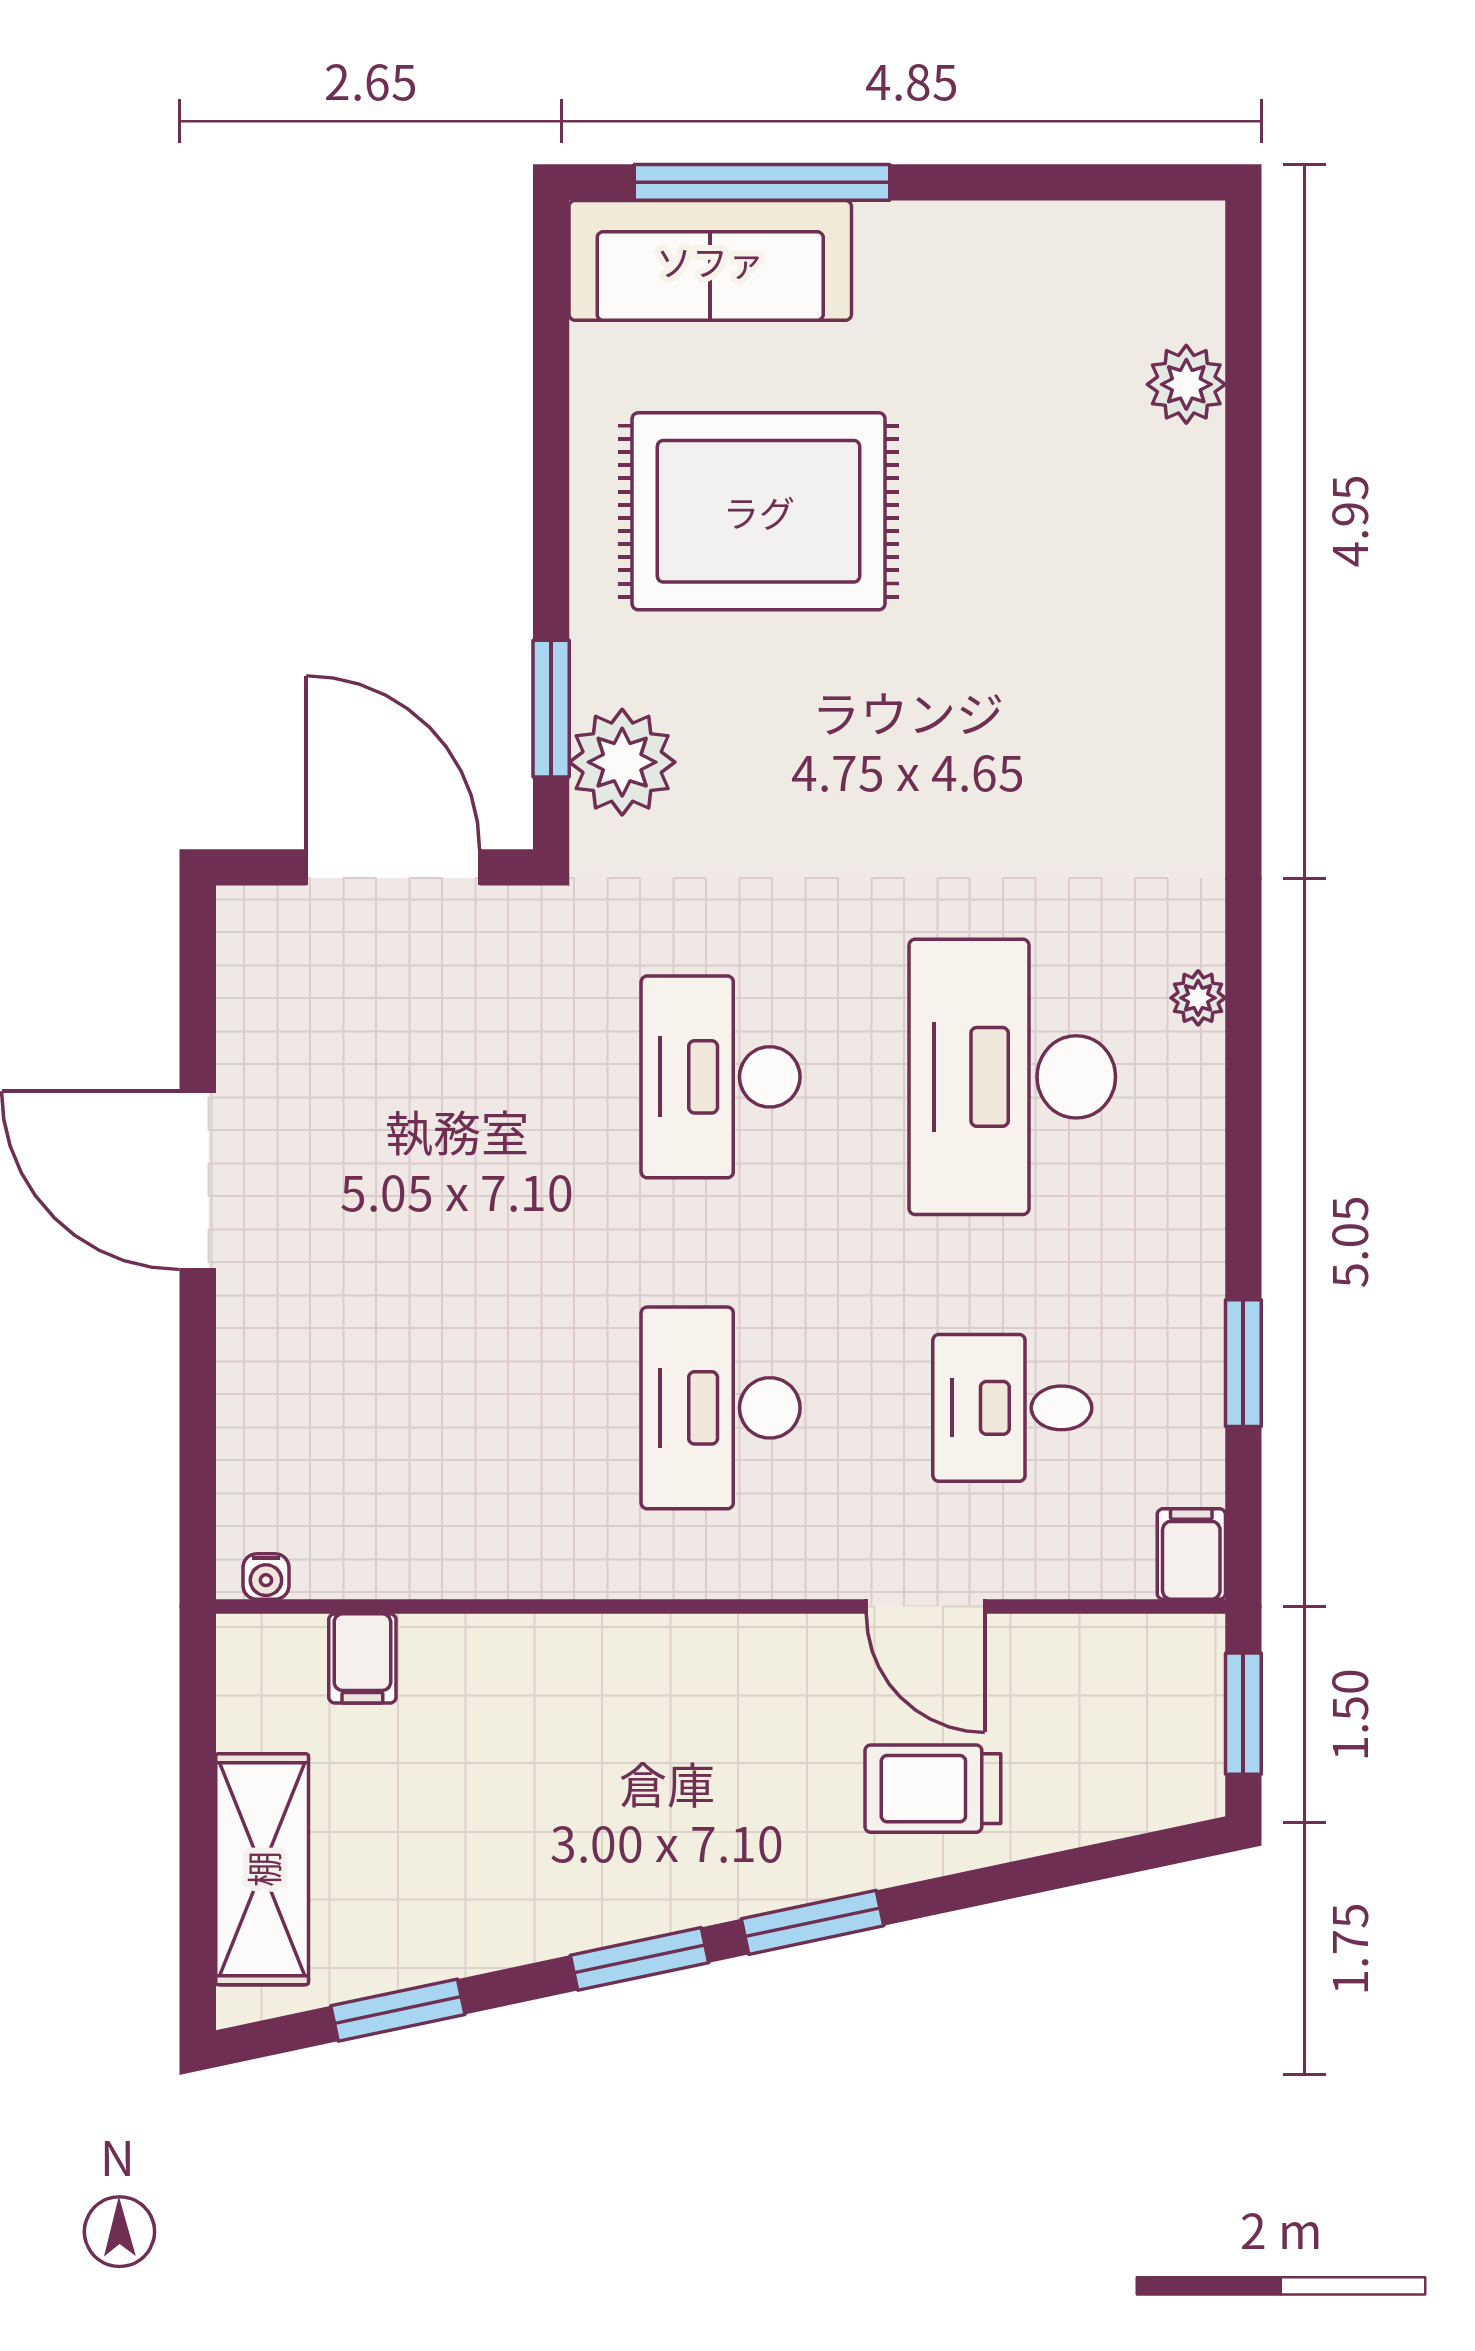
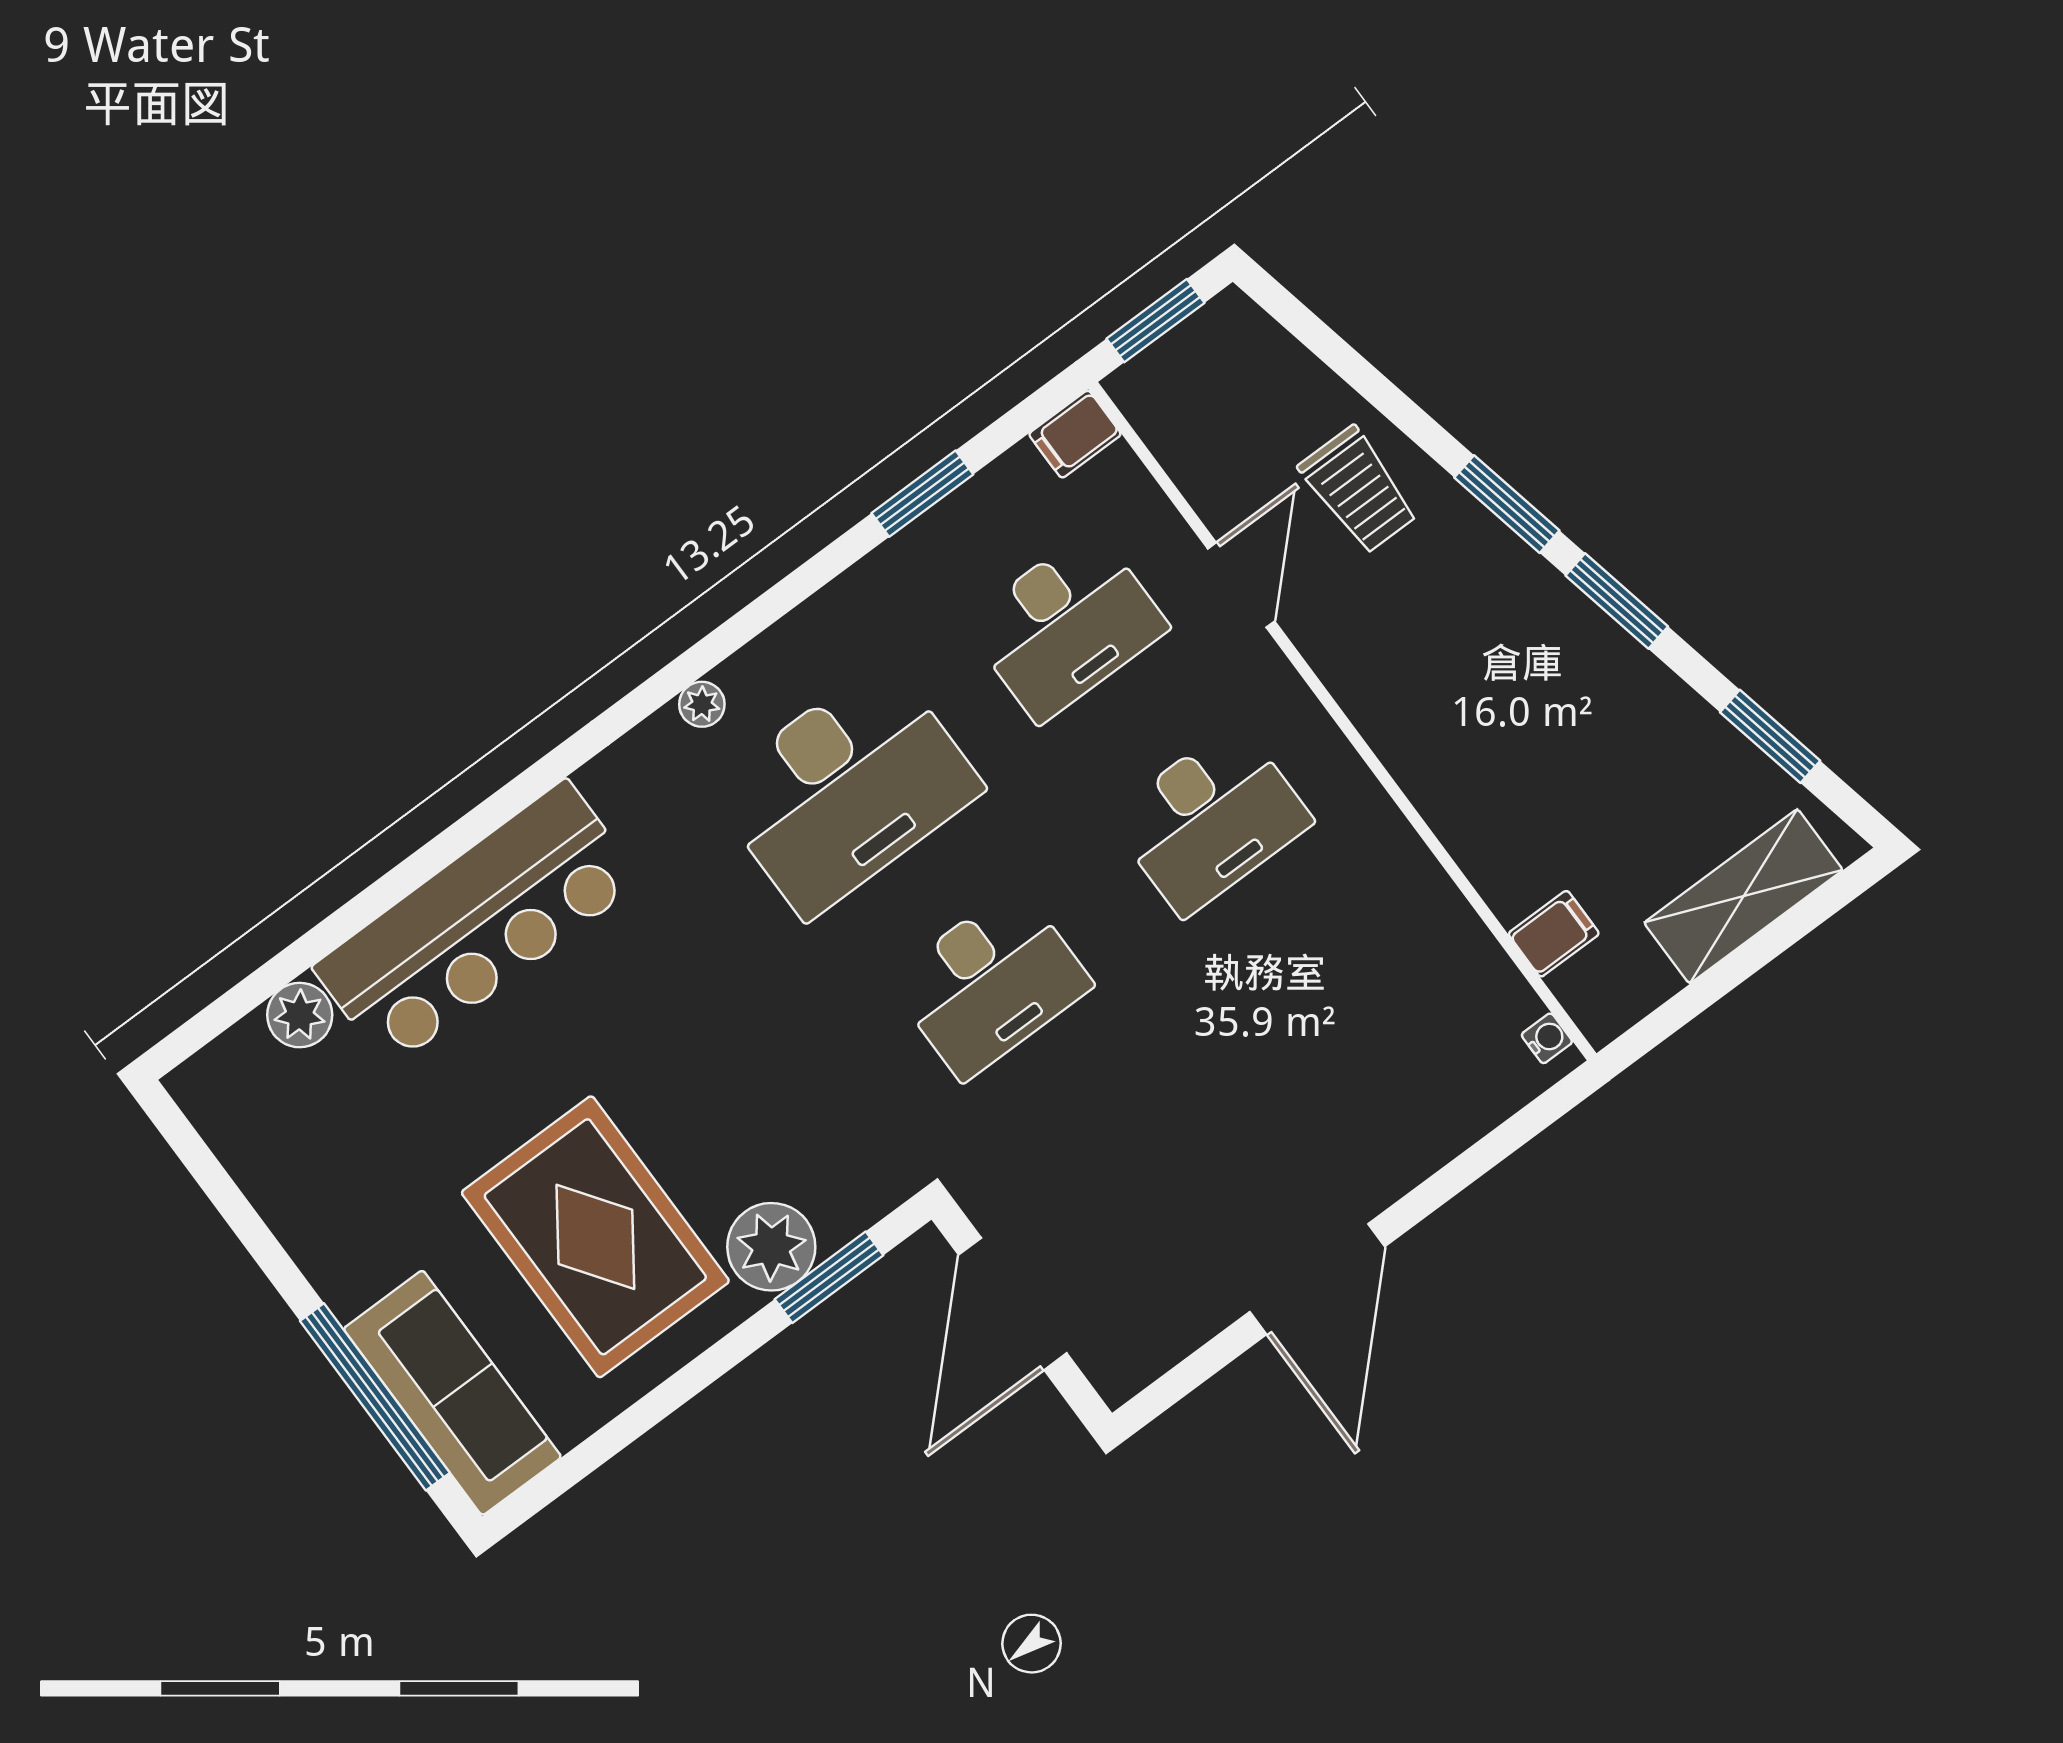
bar counter: (1147, 622) -> (477, 924), added
plant: (622, 762) -> (771, 1247), moved
desk: (1012, 1408) -> (1066, 625), width x1.37

